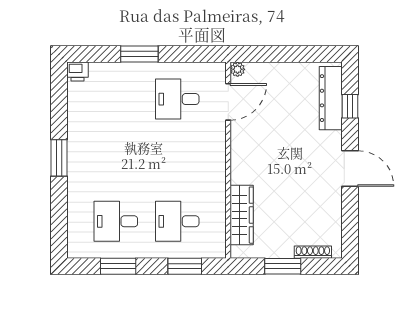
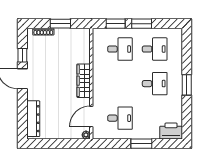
printer: (78, 72) -> (171, 131), width x1.87, depth x1.48
window: (350, 106) -> (22, 55), moved
desk: (116, 160) -> (155, 84), added
wardrobe: (242, 215) -> (84, 81), moved
window: (118, 266) -> (142, 24), moved

